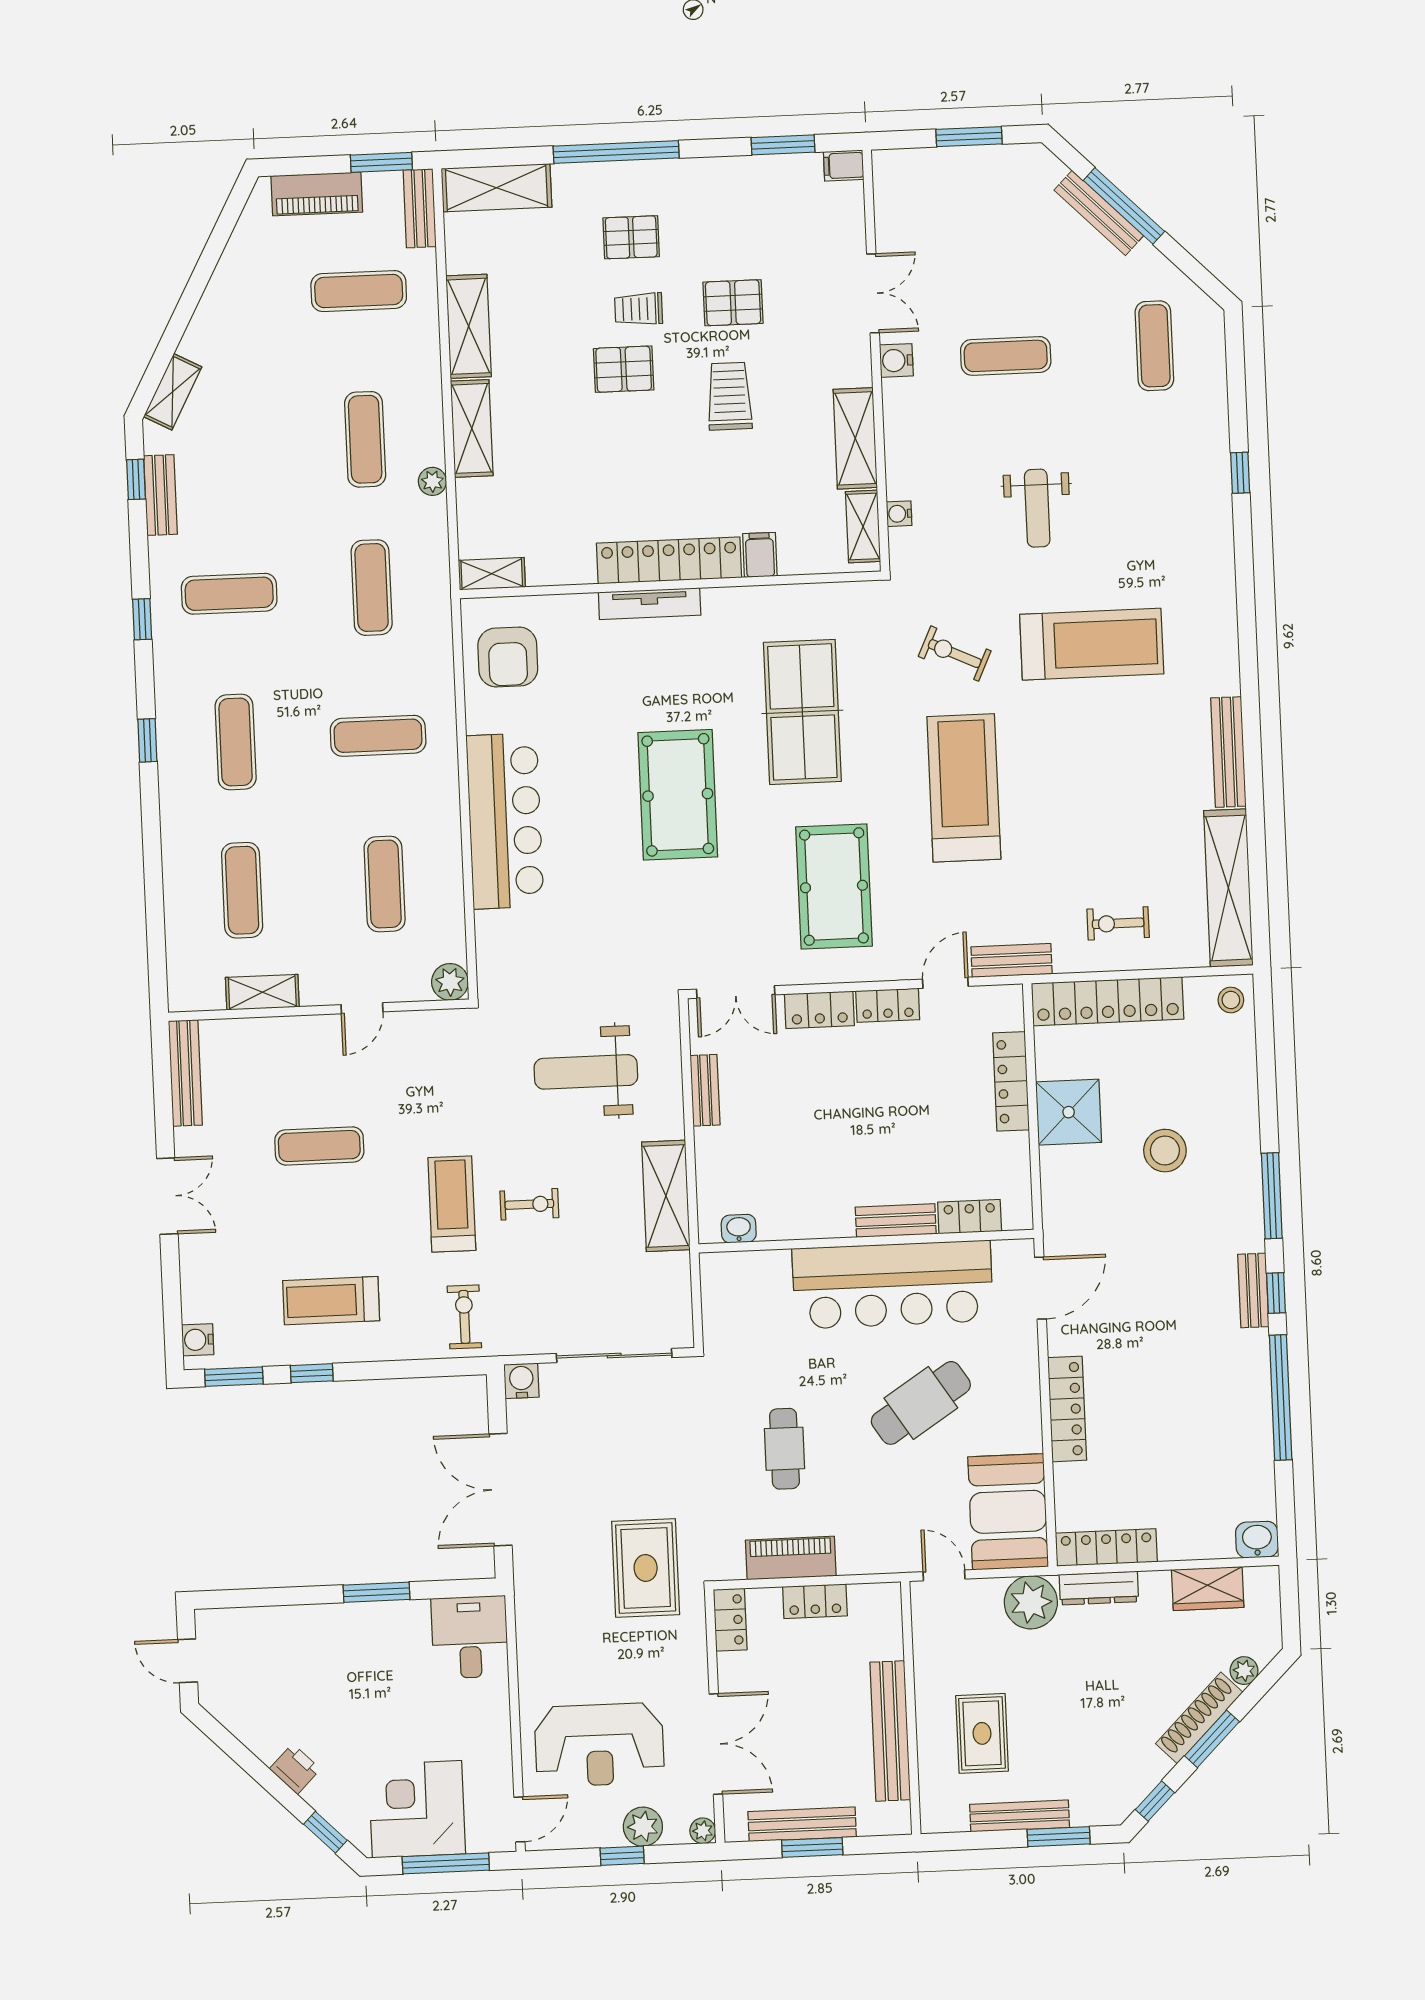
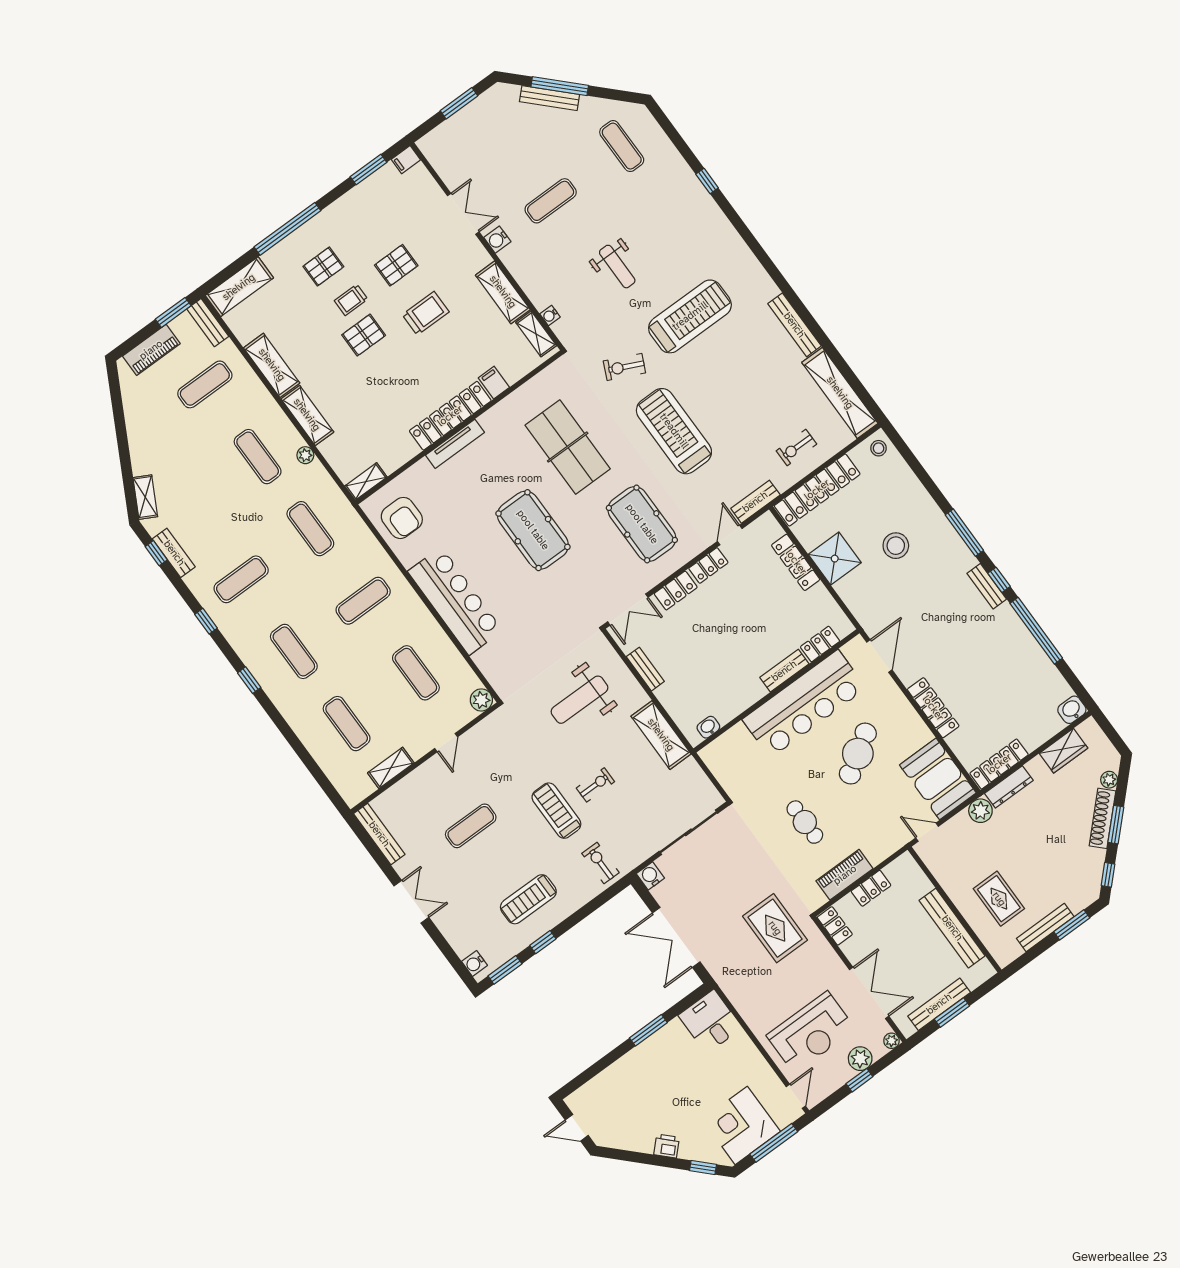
trolley: (729, 396) -> (426, 313), turned 90
plant: (1031, 1602) -> (980, 811), width x0.73, depth x0.73

